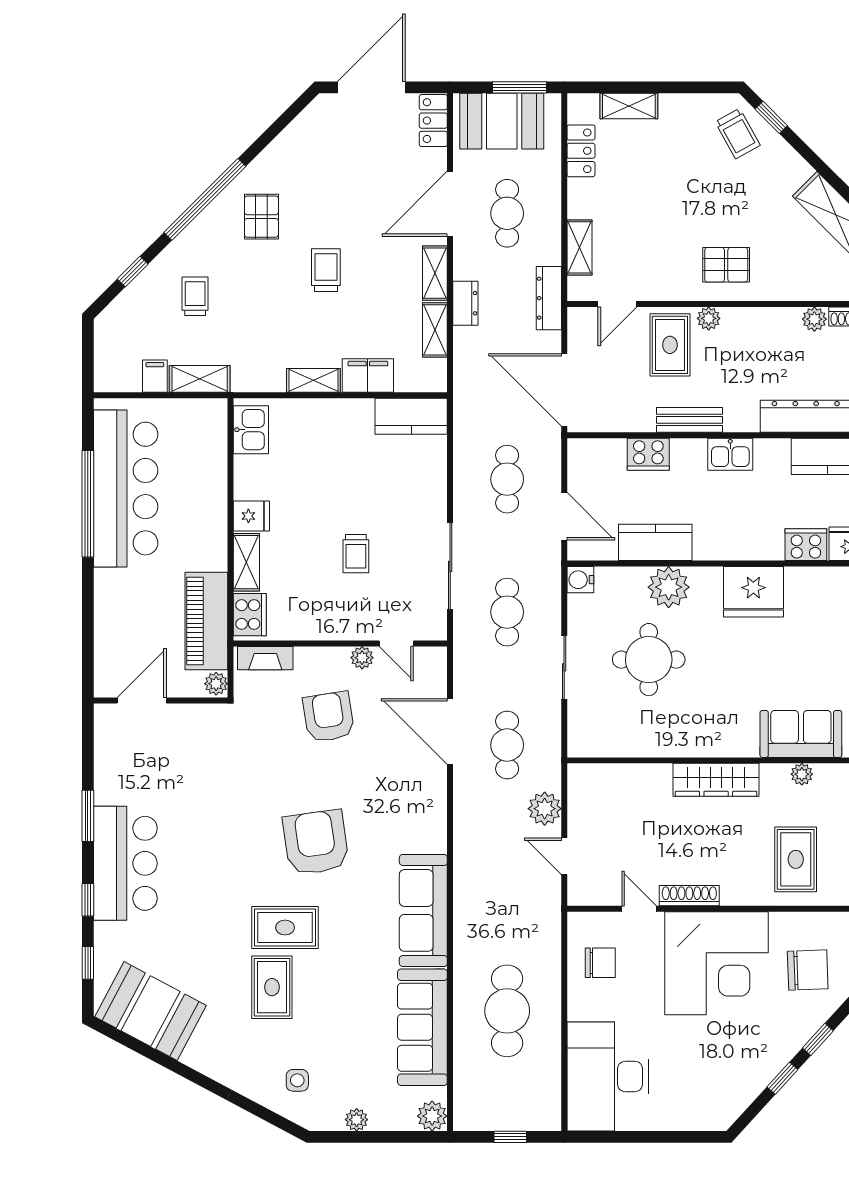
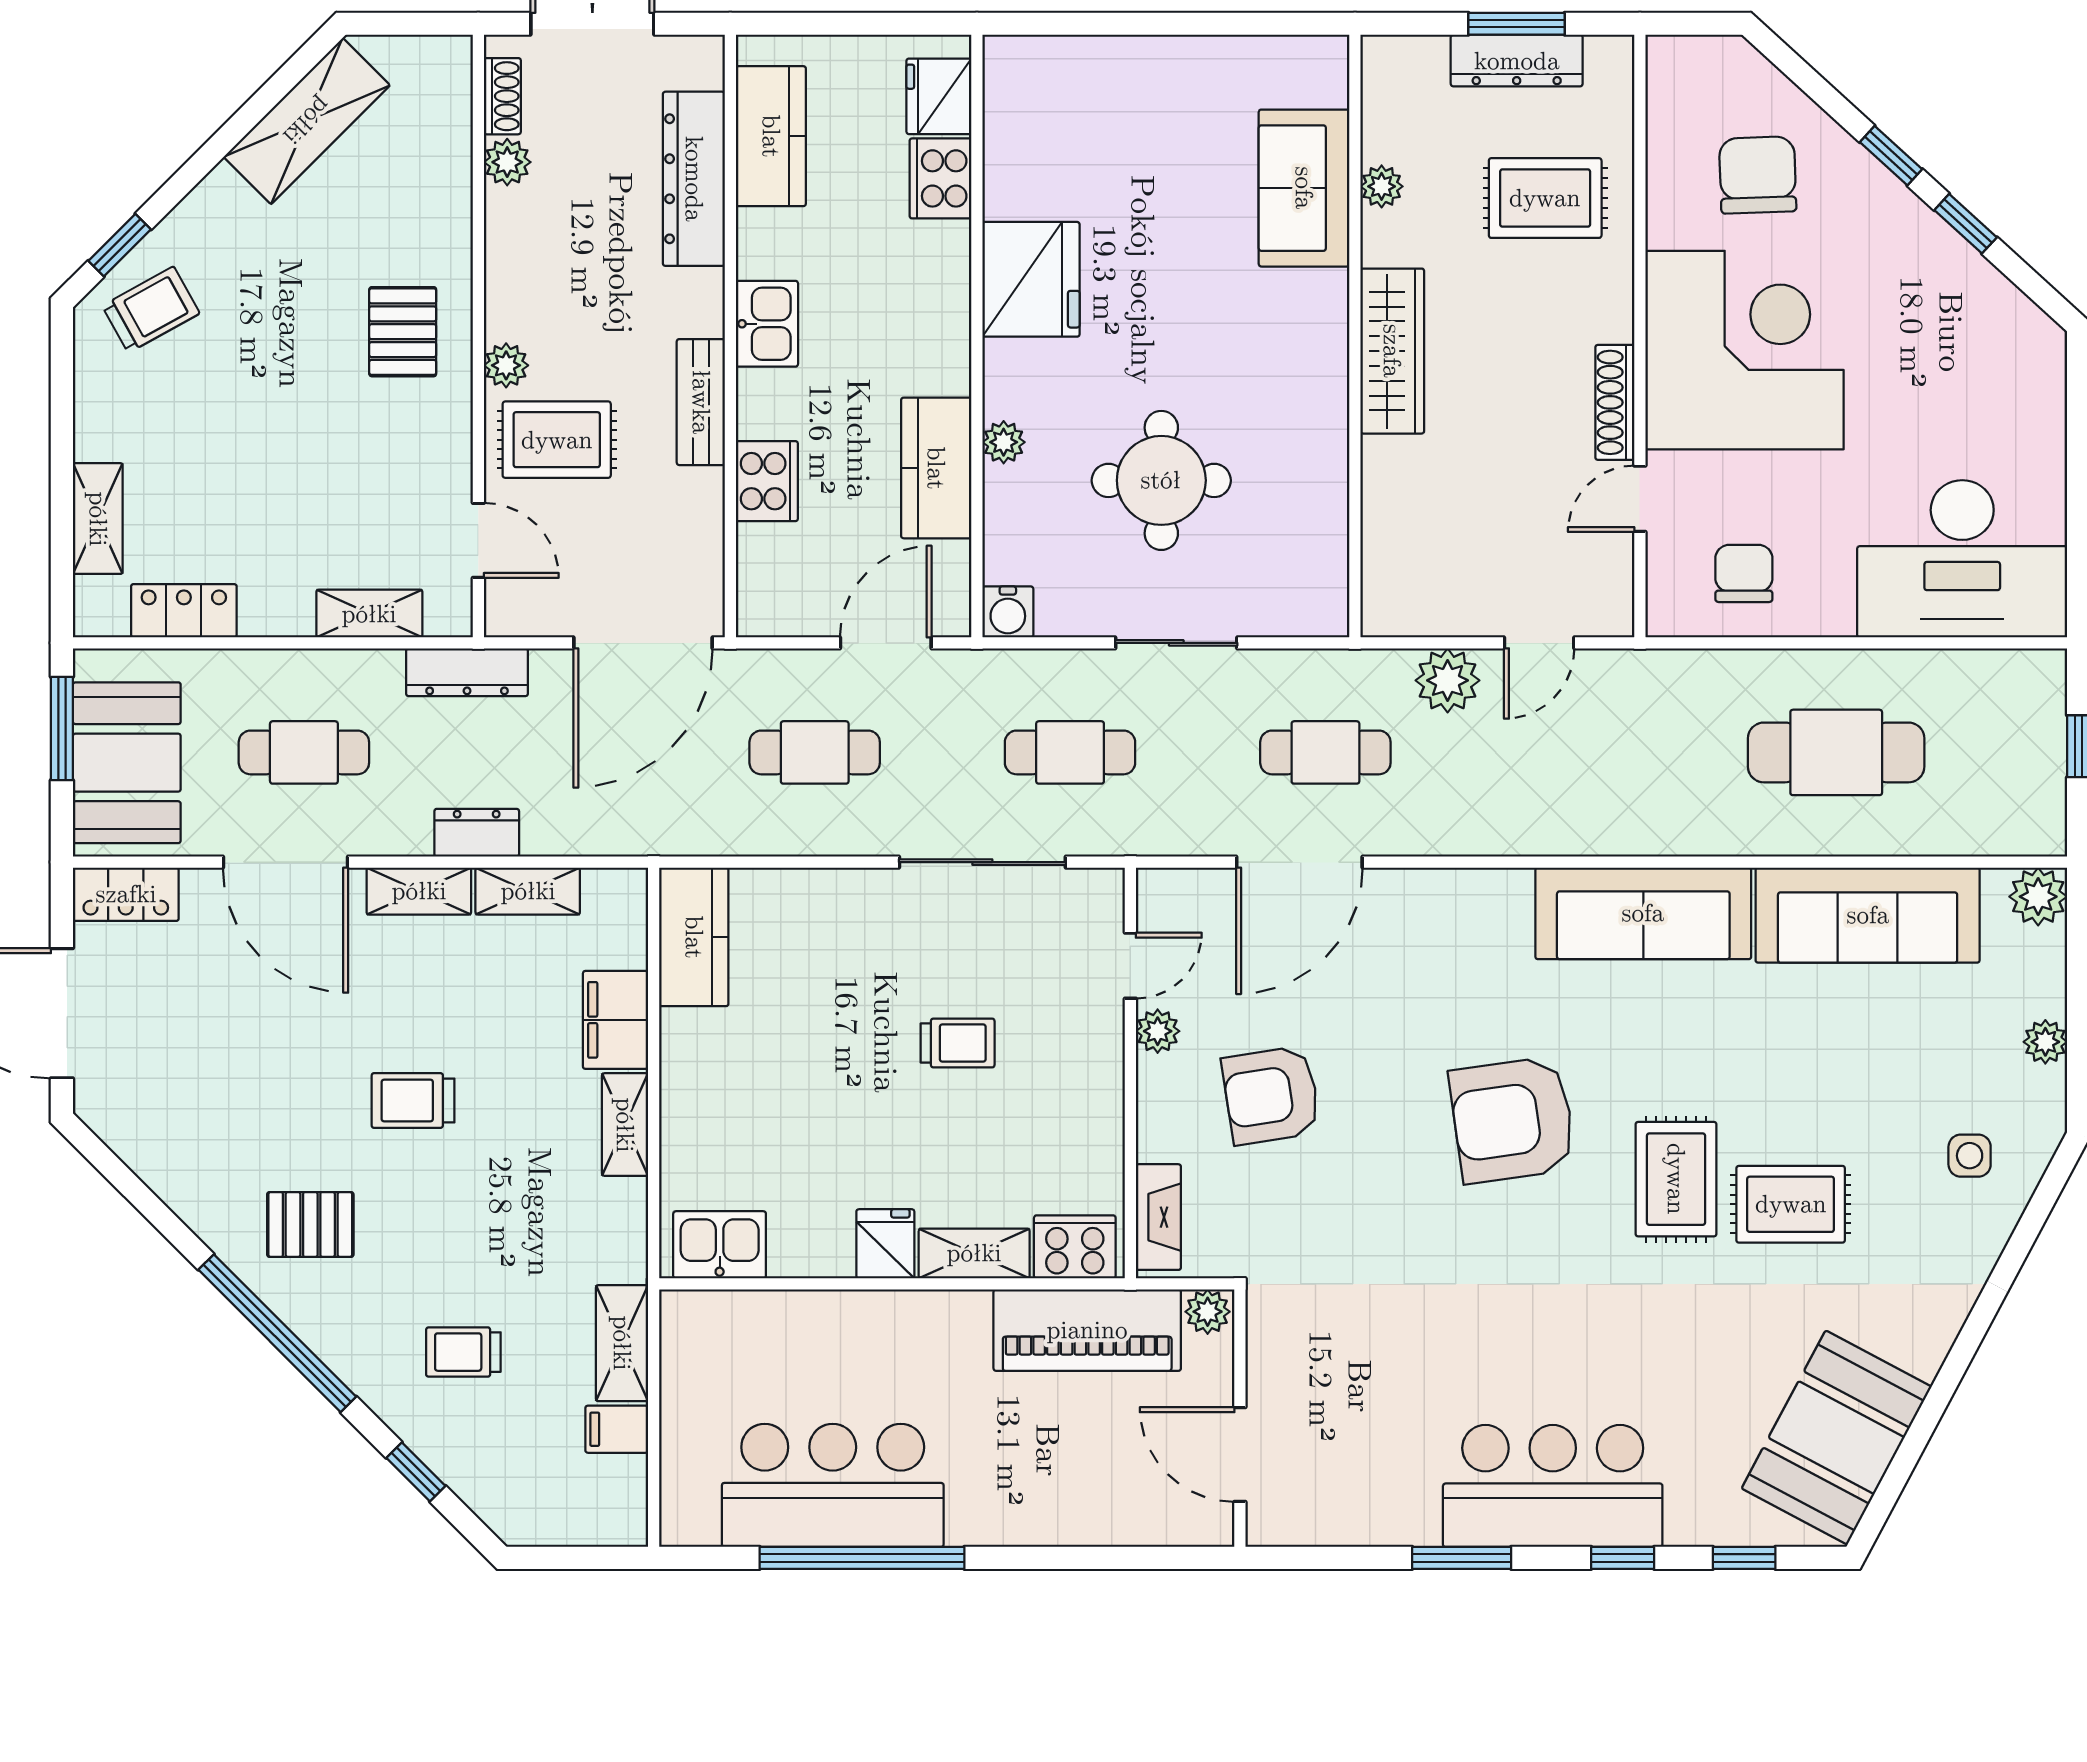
bar counter: (126, 489) -> (833, 1485), width x0.73
plant: (669, 587) -> (1004, 442), width x0.53, depth x0.53

